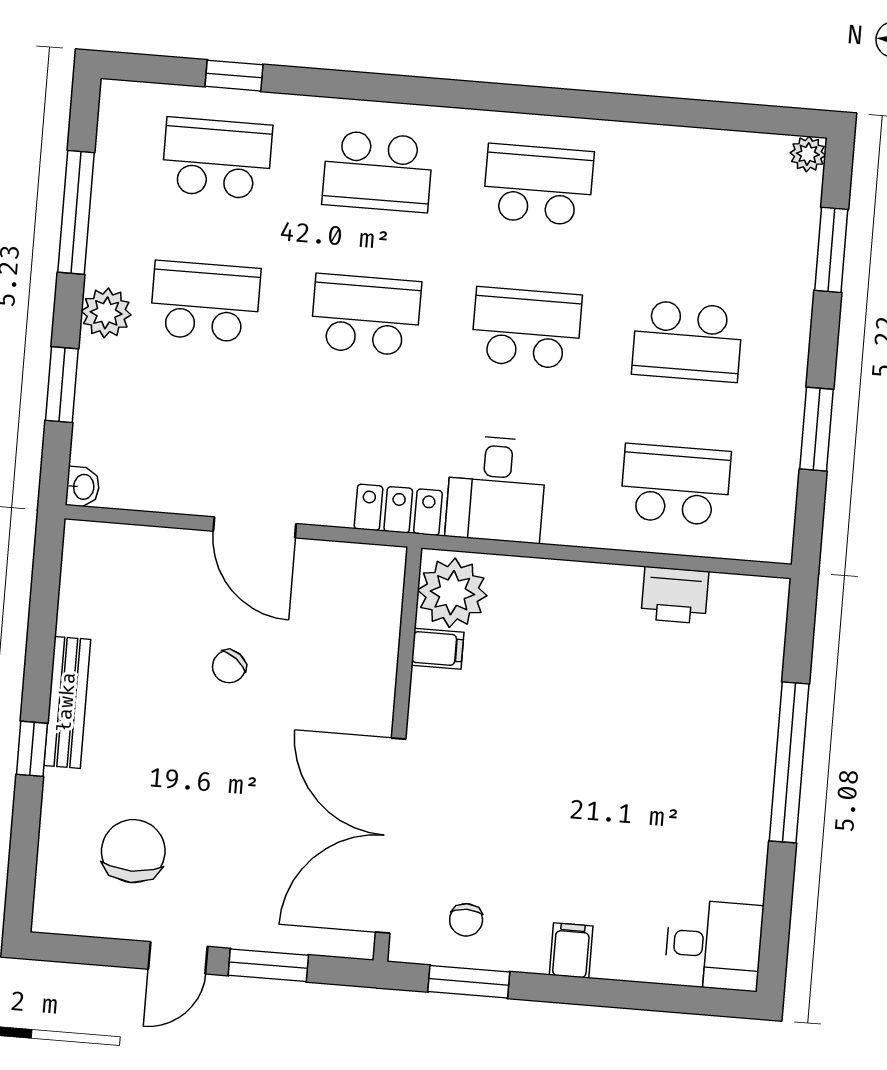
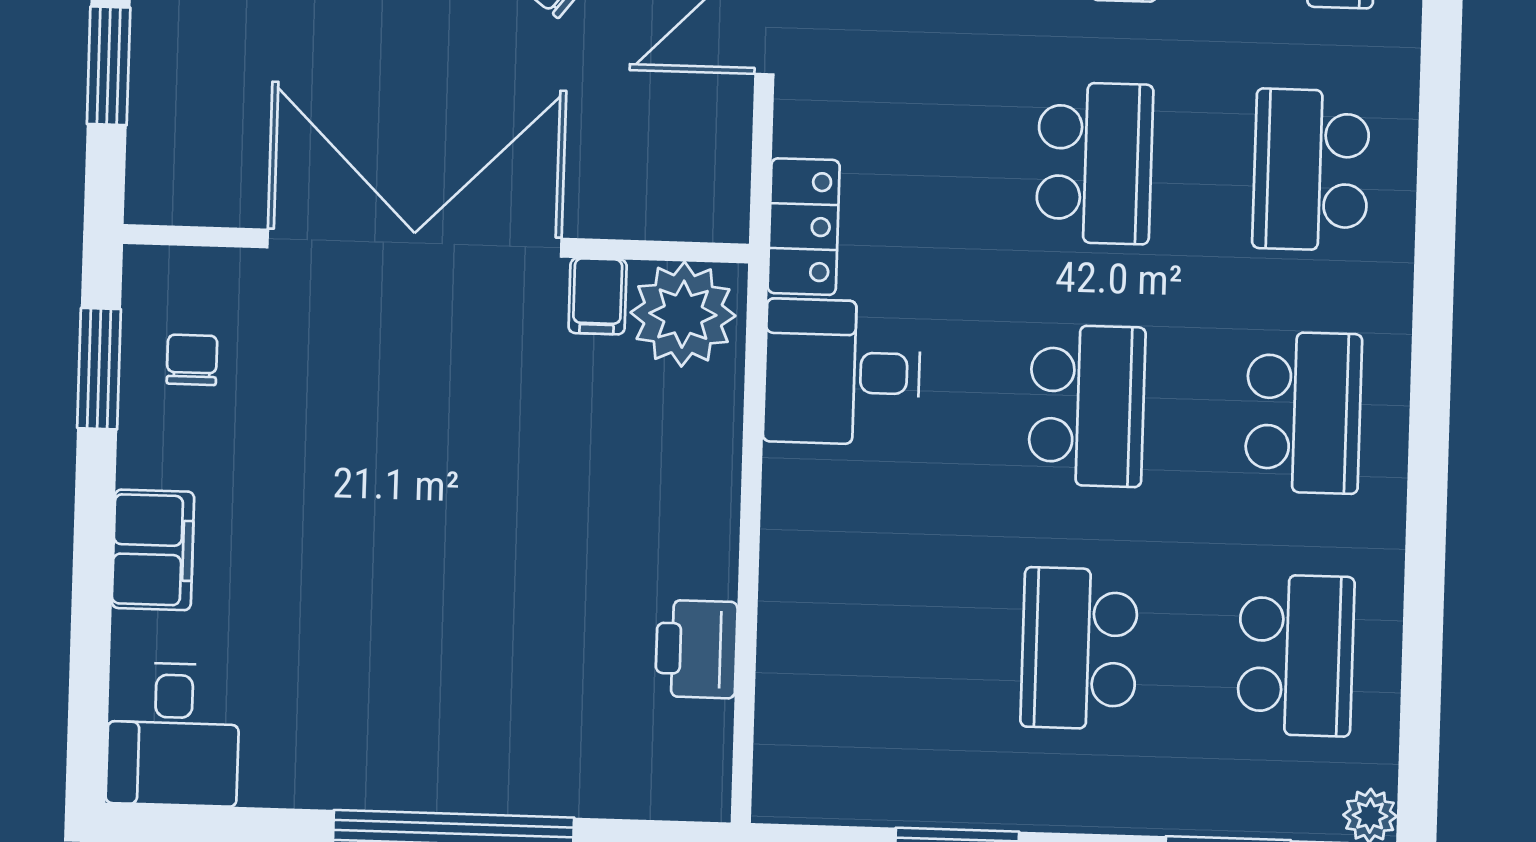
school desk: (675, 485) -> (1296, 655), moved
double door: (391, 836) -> (414, 243), moved
chair: (466, 920) -> (192, 360), turned 90
filing cabinet: (571, 951) -> (153, 550), width x2.00

